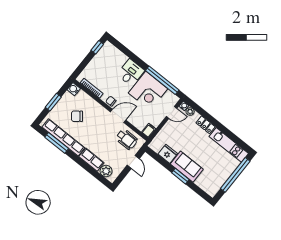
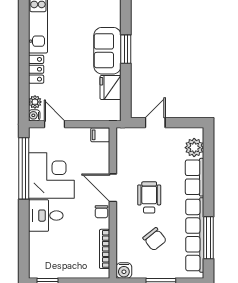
wheelchair: (127, 139) -> (149, 197), moved

